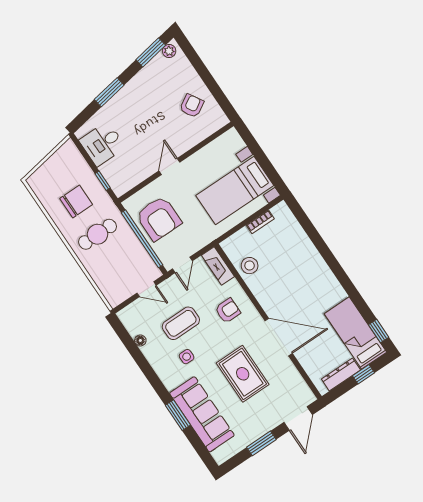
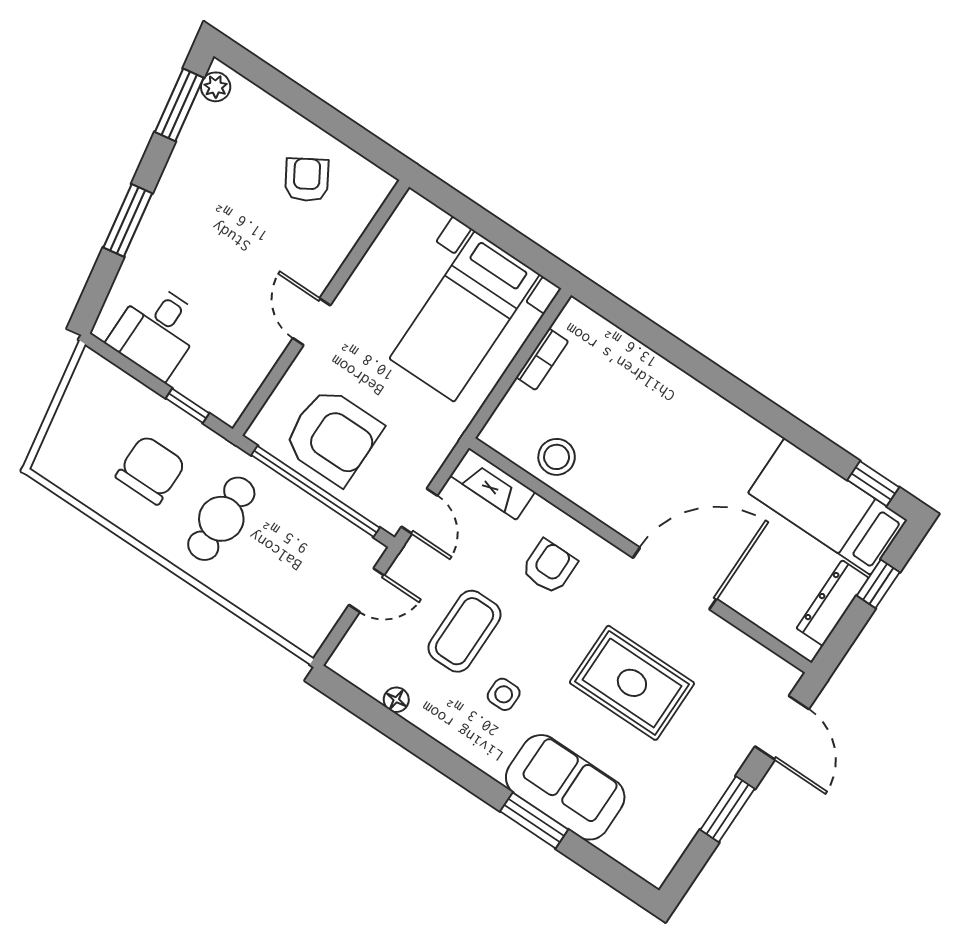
sofa: (202, 414) -> (565, 787), width x0.73

